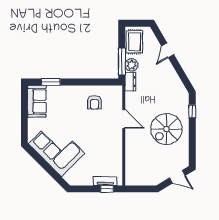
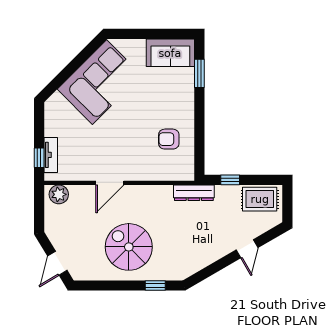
door: (168, 50) -> (247, 249), swing flipped
window: (122, 61) -> (230, 180), width x0.46
plant: (131, 65) -> (59, 194), moved
dresser: (130, 82) -> (194, 193), width x1.44
door: (124, 119) -> (110, 183), moved

